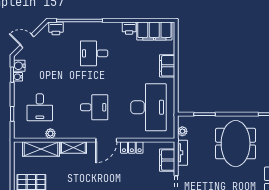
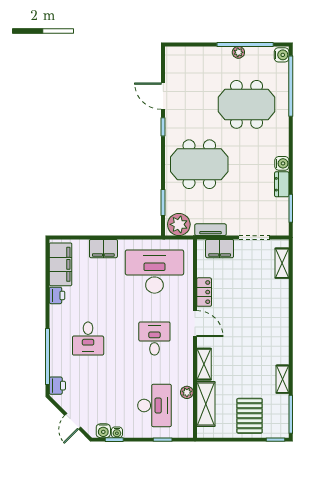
desk: (40, 107) -> (154, 405), width x1.37
plant: (182, 131) -> (179, 224), width x1.87, depth x1.87

